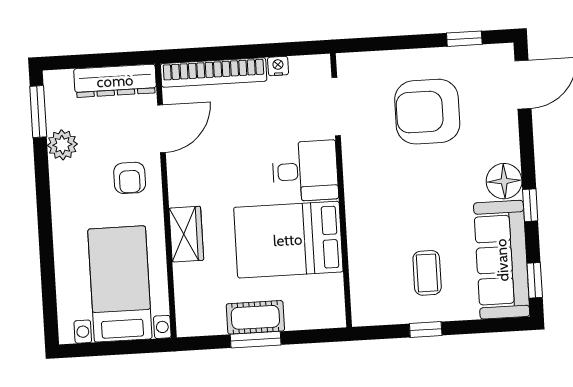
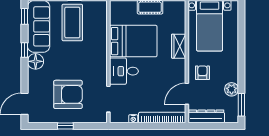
window: (464, 39) -> (65, 126), moved
coffee table: (427, 273) -> (72, 22), width x1.86, depth x1.72

